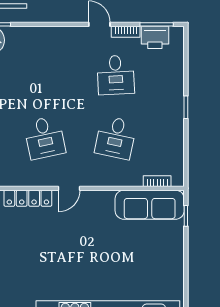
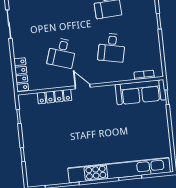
desk: (45, 138) -> (62, 53), turned 30
door: (69, 188) -> (83, 87), swing flipped

